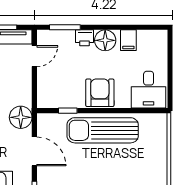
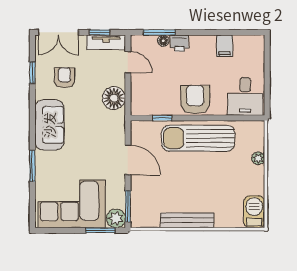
floor lamp: (105, 40) -> (163, 41), moved, width x0.53, depth x0.53
door: (34, 56) -> (128, 62), hinge flipped
floor lamp: (21, 117) -> (114, 98), moved
plant: (161, 150) -> (258, 158), added

